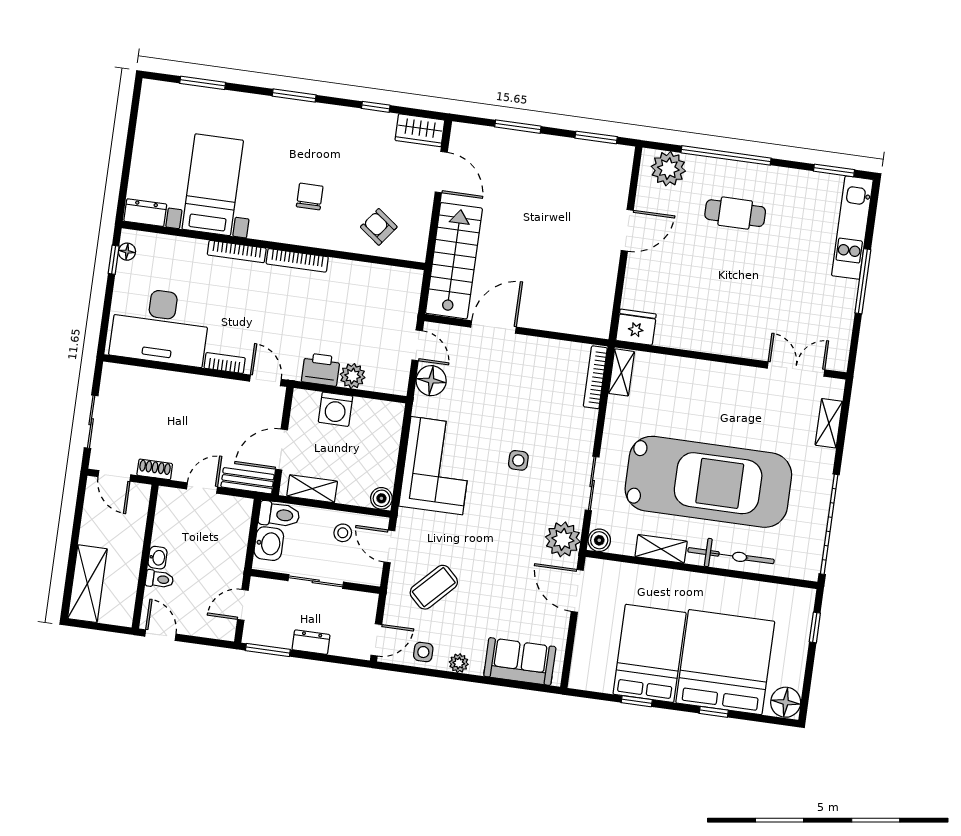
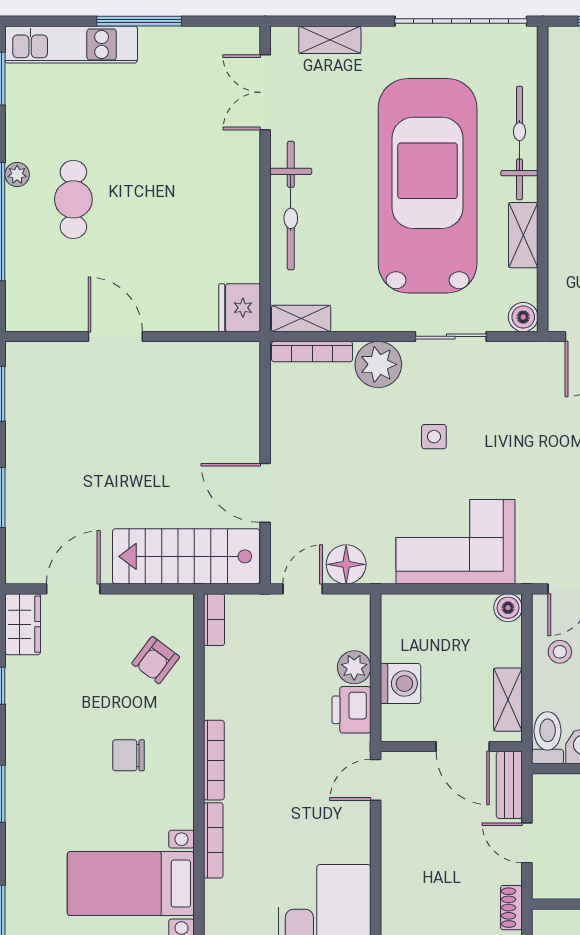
plant: (668, 169) -> (17, 175), moved, width x0.53, depth x0.53
bookcase: (225, 363) -> (214, 620), moved, turned 180
bicycle: (708, 377) -> (291, 206), added
plant: (563, 539) -> (378, 364), moved

